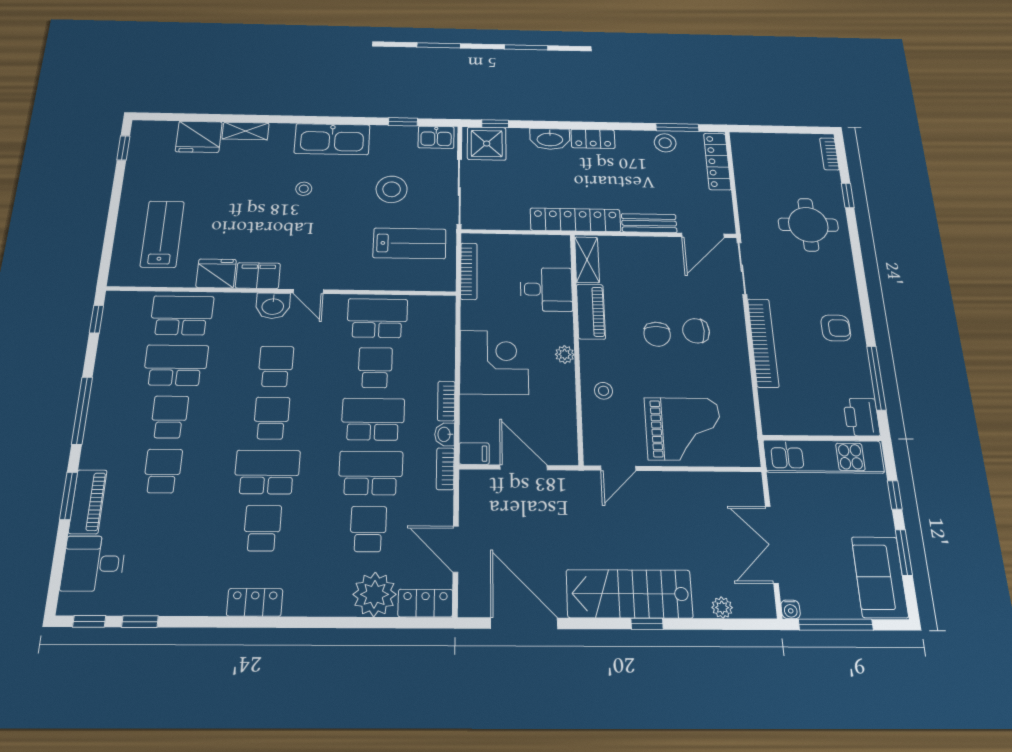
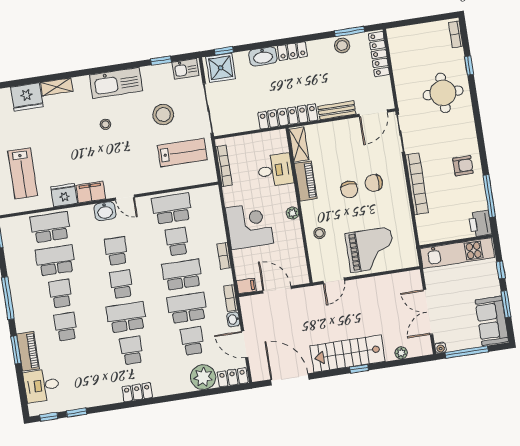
lab bench: (162, 234) -> (23, 173), turned 180
washbasin: (445, 434) -> (233, 319), moved

